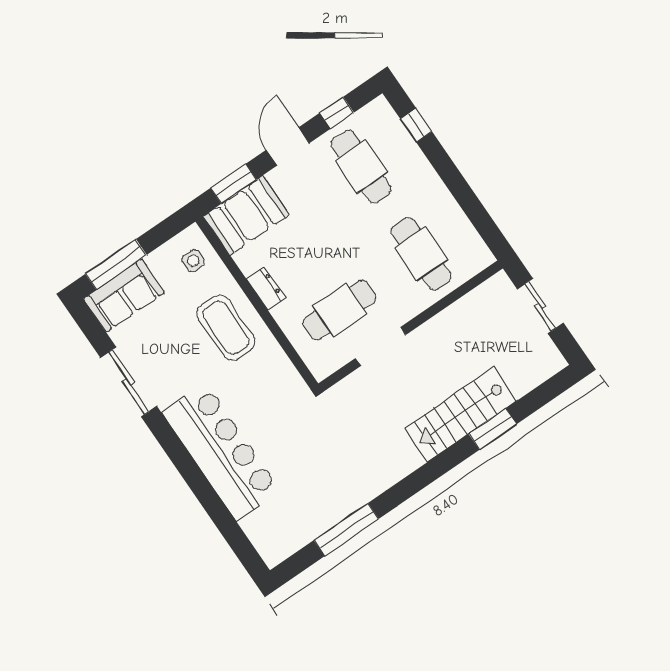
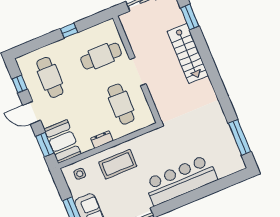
window: (416, 125) -> (69, 31), moved
cafe table: (361, 167) -> (50, 77), turned 90
doorway: (381, 347) -> (138, 72), moved
window: (493, 429) -> (190, 17), moved
window: (346, 530) -> (240, 137), moved

